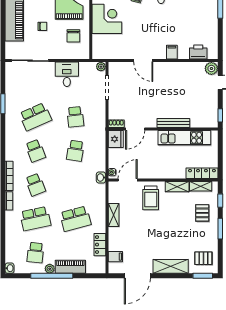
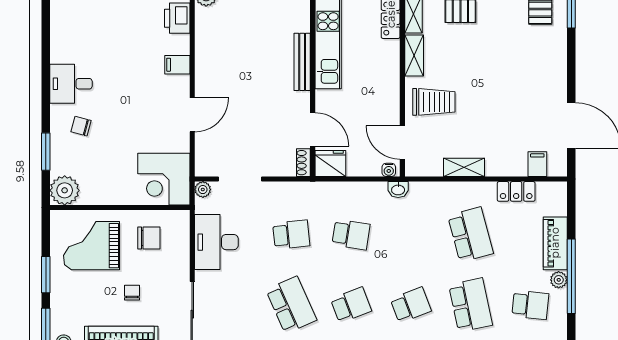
corner desk: (107, 19) -> (164, 179), moved, turned -90
desk: (67, 74) -> (216, 242), width x1.37
shelving: (171, 266) -> (555, 67), removed

